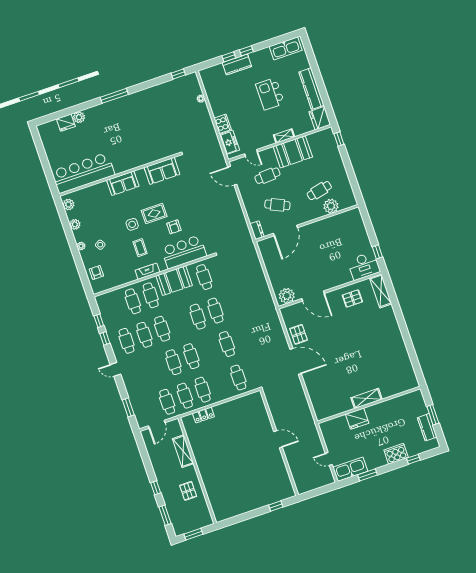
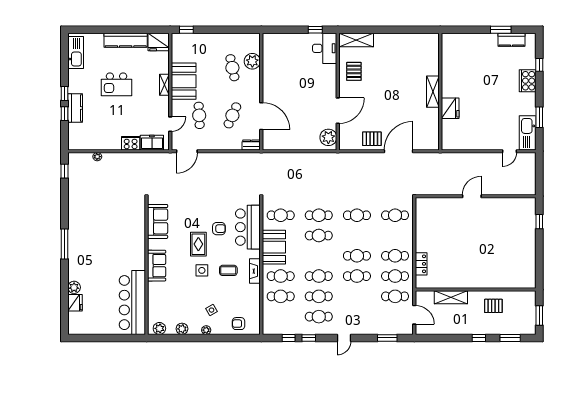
shelving: (367, 398) -> (433, 92), moved
wall: (369, 405) -> (440, 92), moved
fridge: (357, 419) -> (450, 108), moved

